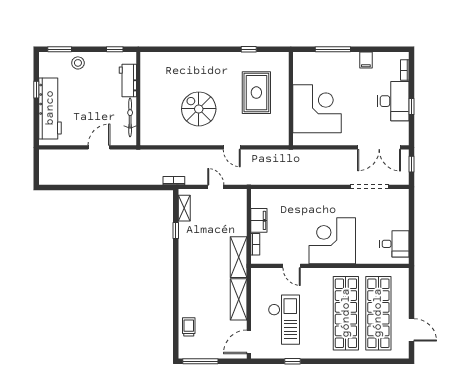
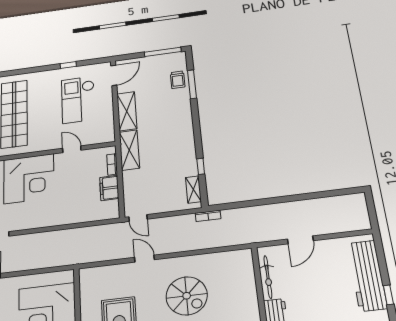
door: (216, 187) -> (138, 218), moved
window: (176, 320) -> (192, 84), added

